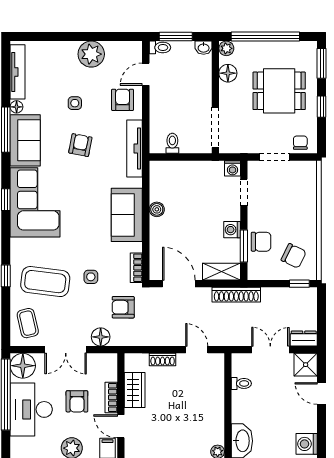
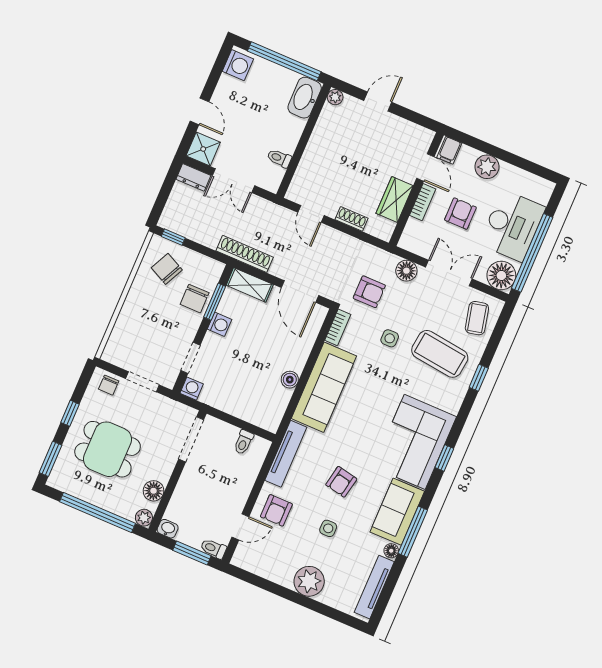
plant: (91, 54) -> (309, 581), moved
sofa: (127, 215) -> (324, 387), width x1.36
chair: (261, 242) -> (195, 299), turned -90

